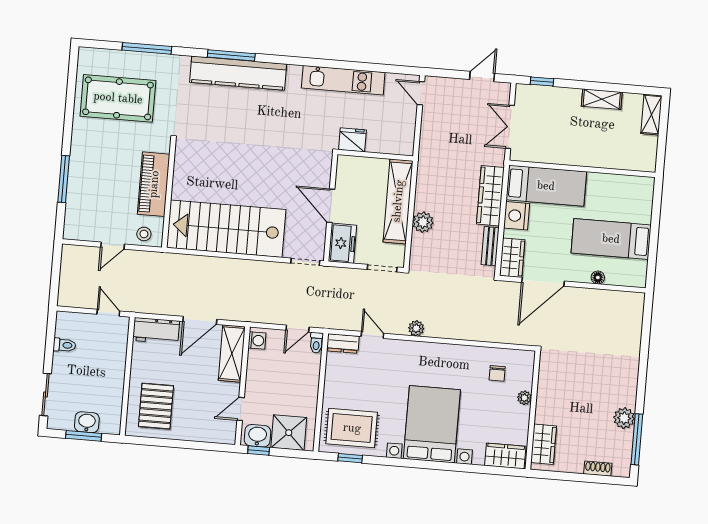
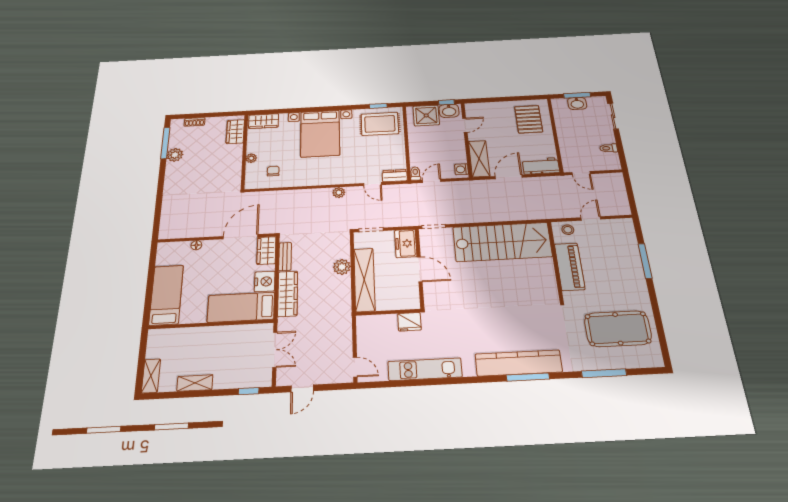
bed: (611, 239) -> (166, 295), moved, turned -90

